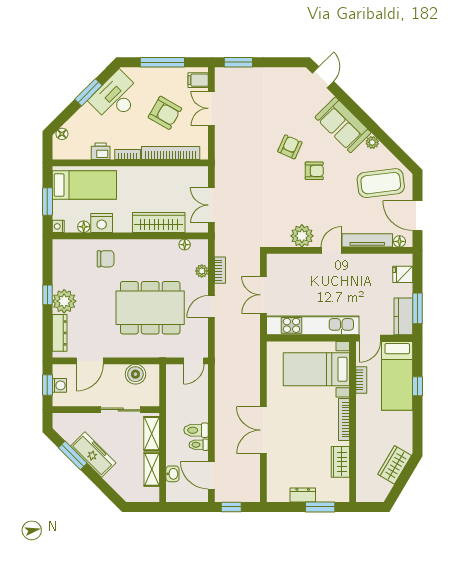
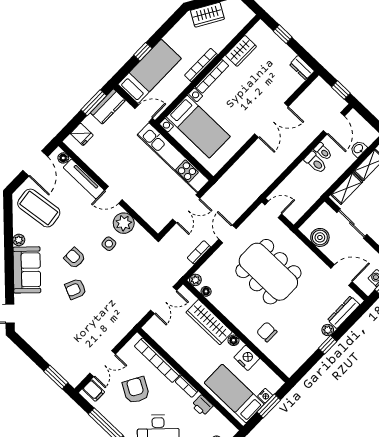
side table: (298, 208) -> (109, 244), added
nightstand: (58, 226) -> (265, 396), moved
floor lamp: (84, 227) -> (233, 340), moved
plant: (202, 271) -> (195, 280), moved
plant: (64, 301) -> (328, 330), width x0.53, depth x0.53
door: (211, 306) -> (227, 234), swing flipped
bookcase: (361, 380) -> (201, 65), moved, width x1.56
dresser: (303, 495) -> (302, 68), moved
window: (320, 507) -> (283, 34), width x0.67

